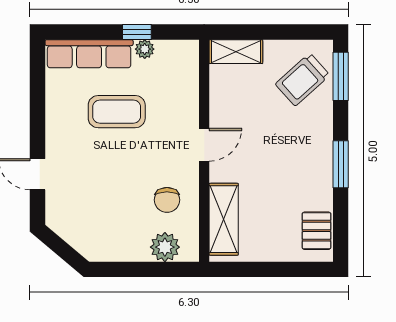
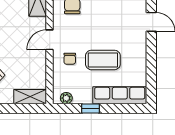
plant: (145, 49) -> (66, 98), moved
chair: (171, 114) -> (70, 59), added

